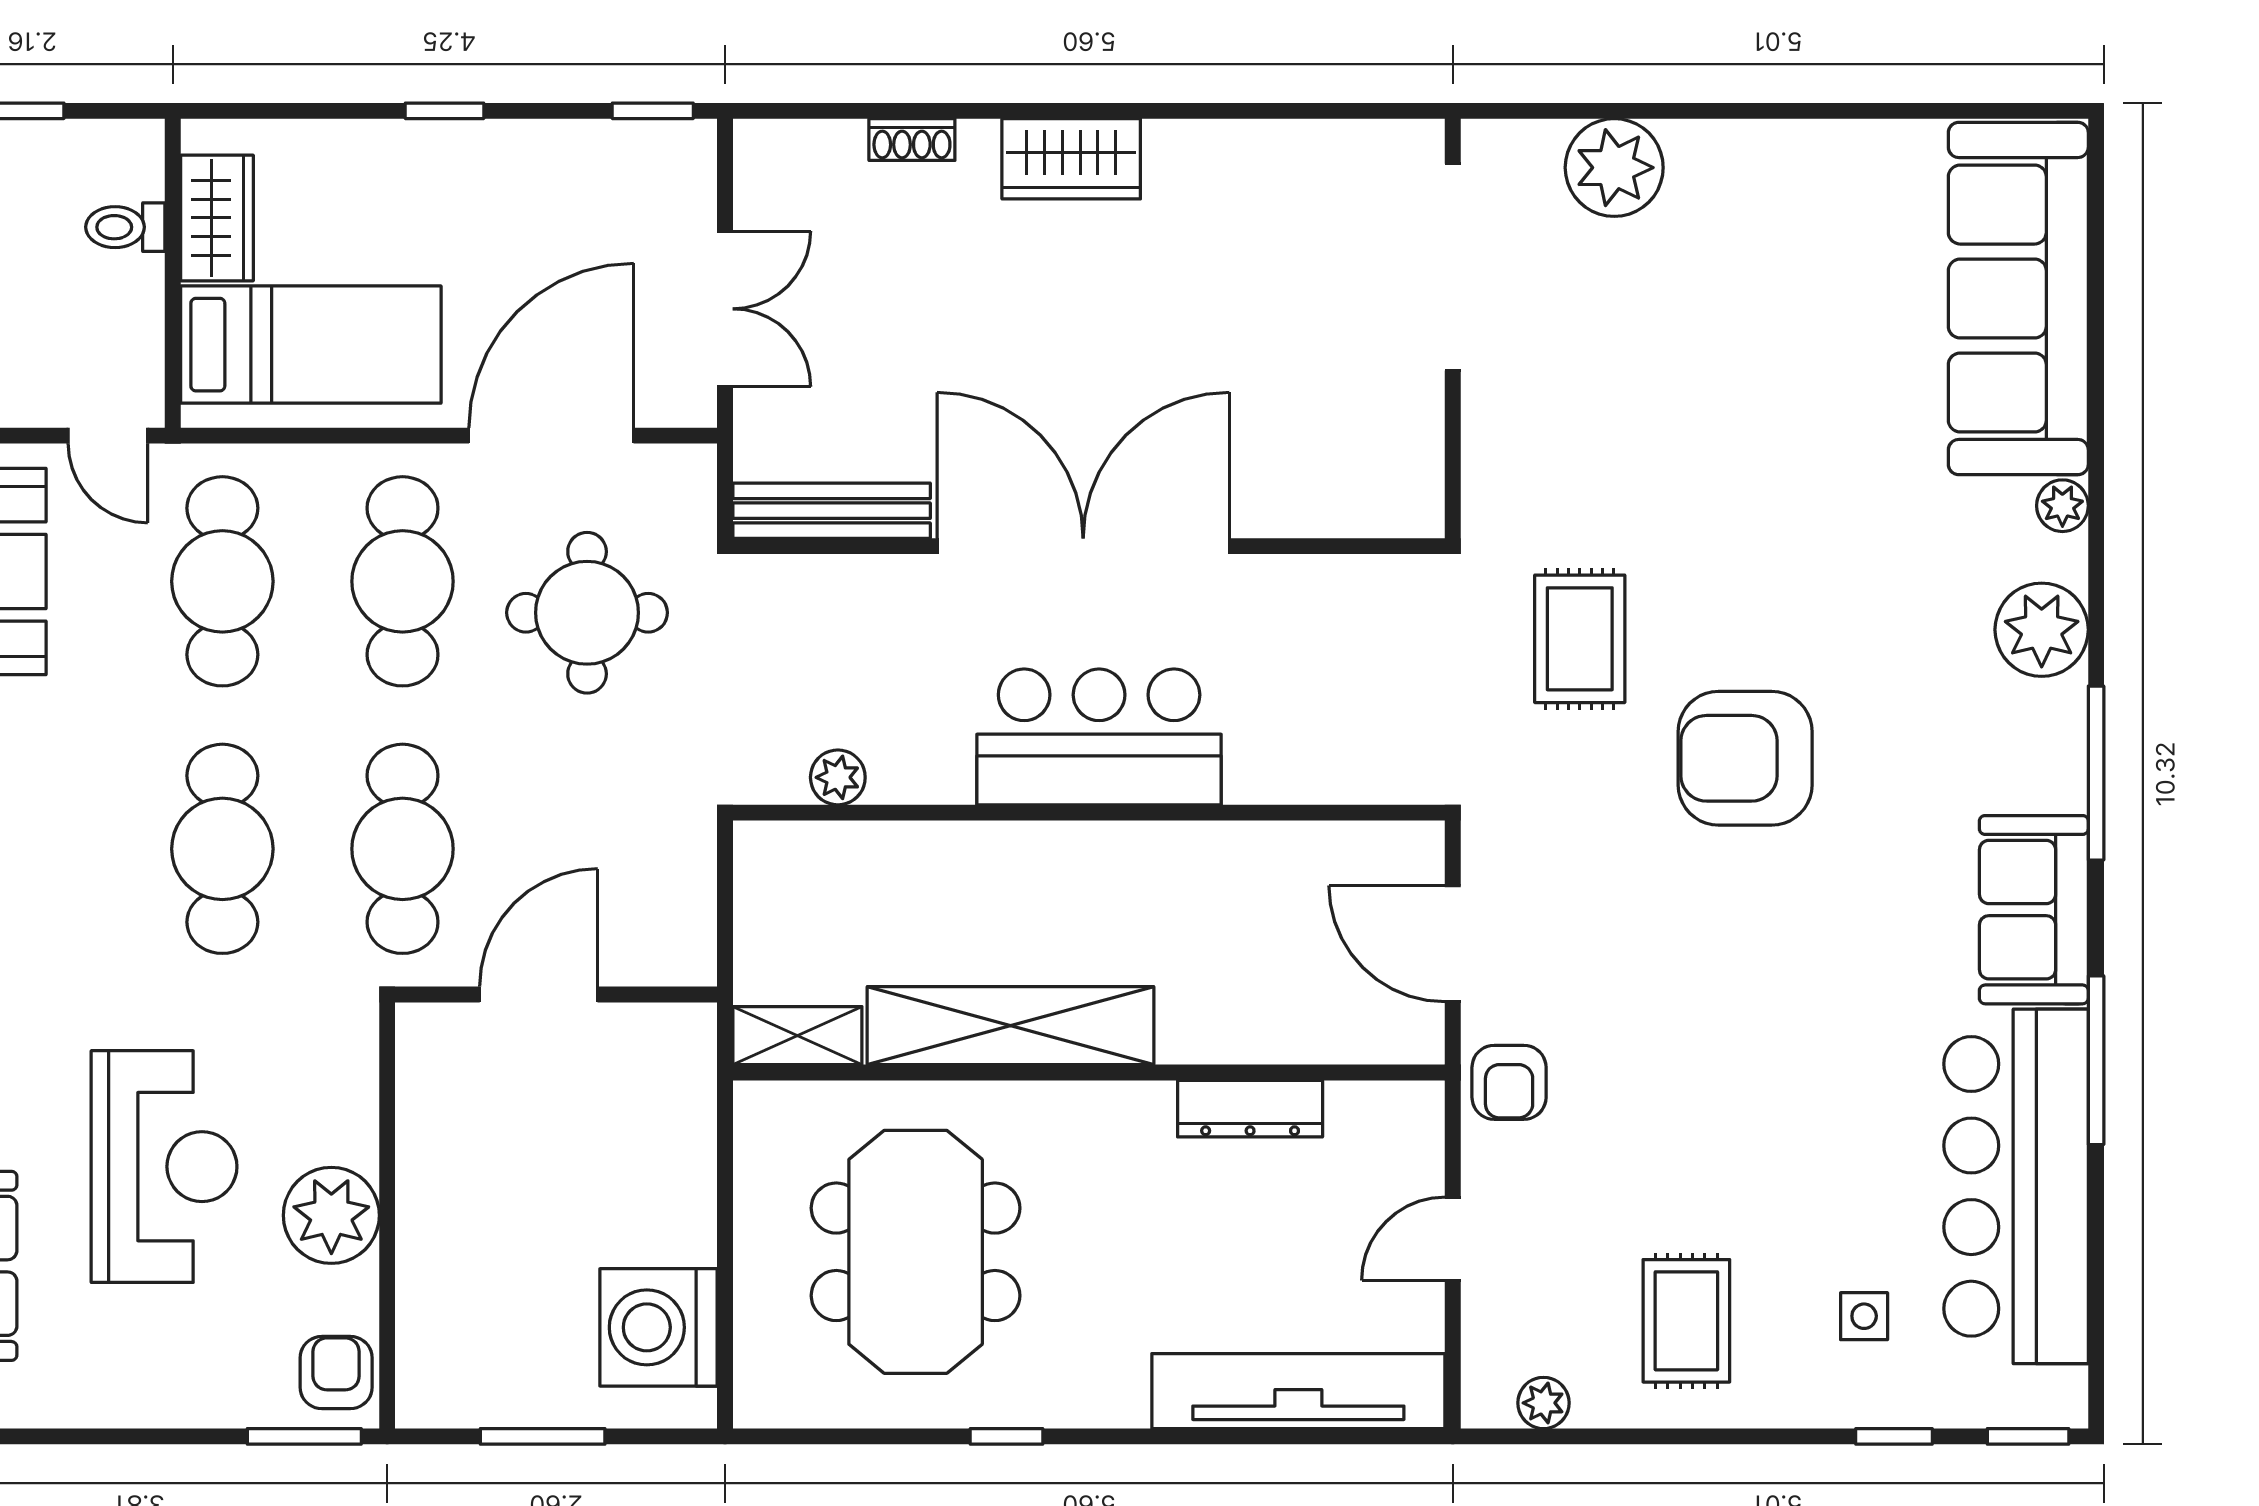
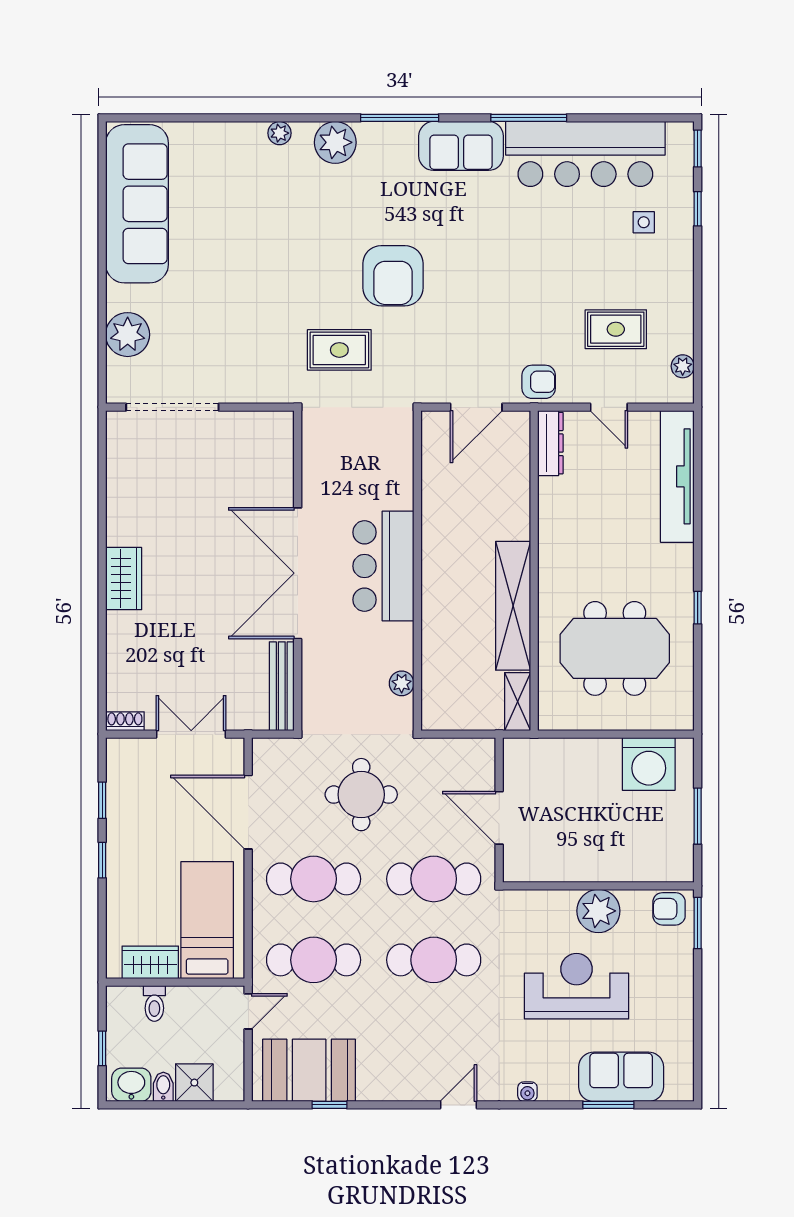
window: (653, 111) -> (102, 800), moved
shoe rack: (912, 139) -> (125, 721), moved, turned -90
sofa: (2018, 299) -> (137, 204), moved, turned -90
round table: (587, 613) -> (361, 795), moved
dresser: (1250, 1109) -> (550, 443), moved
rug: (1686, 1321) -> (616, 329), moved

